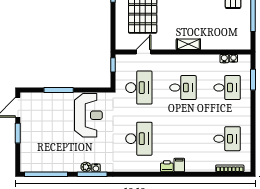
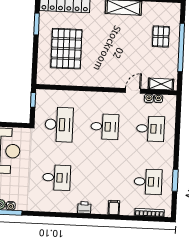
shelving: (188, 44) -> (161, 84), moved
door: (143, 52) -> (133, 91), moved
window: (253, 80) -> (175, 180), moved
desk: (139, 139) -> (57, 178), width x0.73
filing cabinet: (179, 165) -> (114, 207), moved

